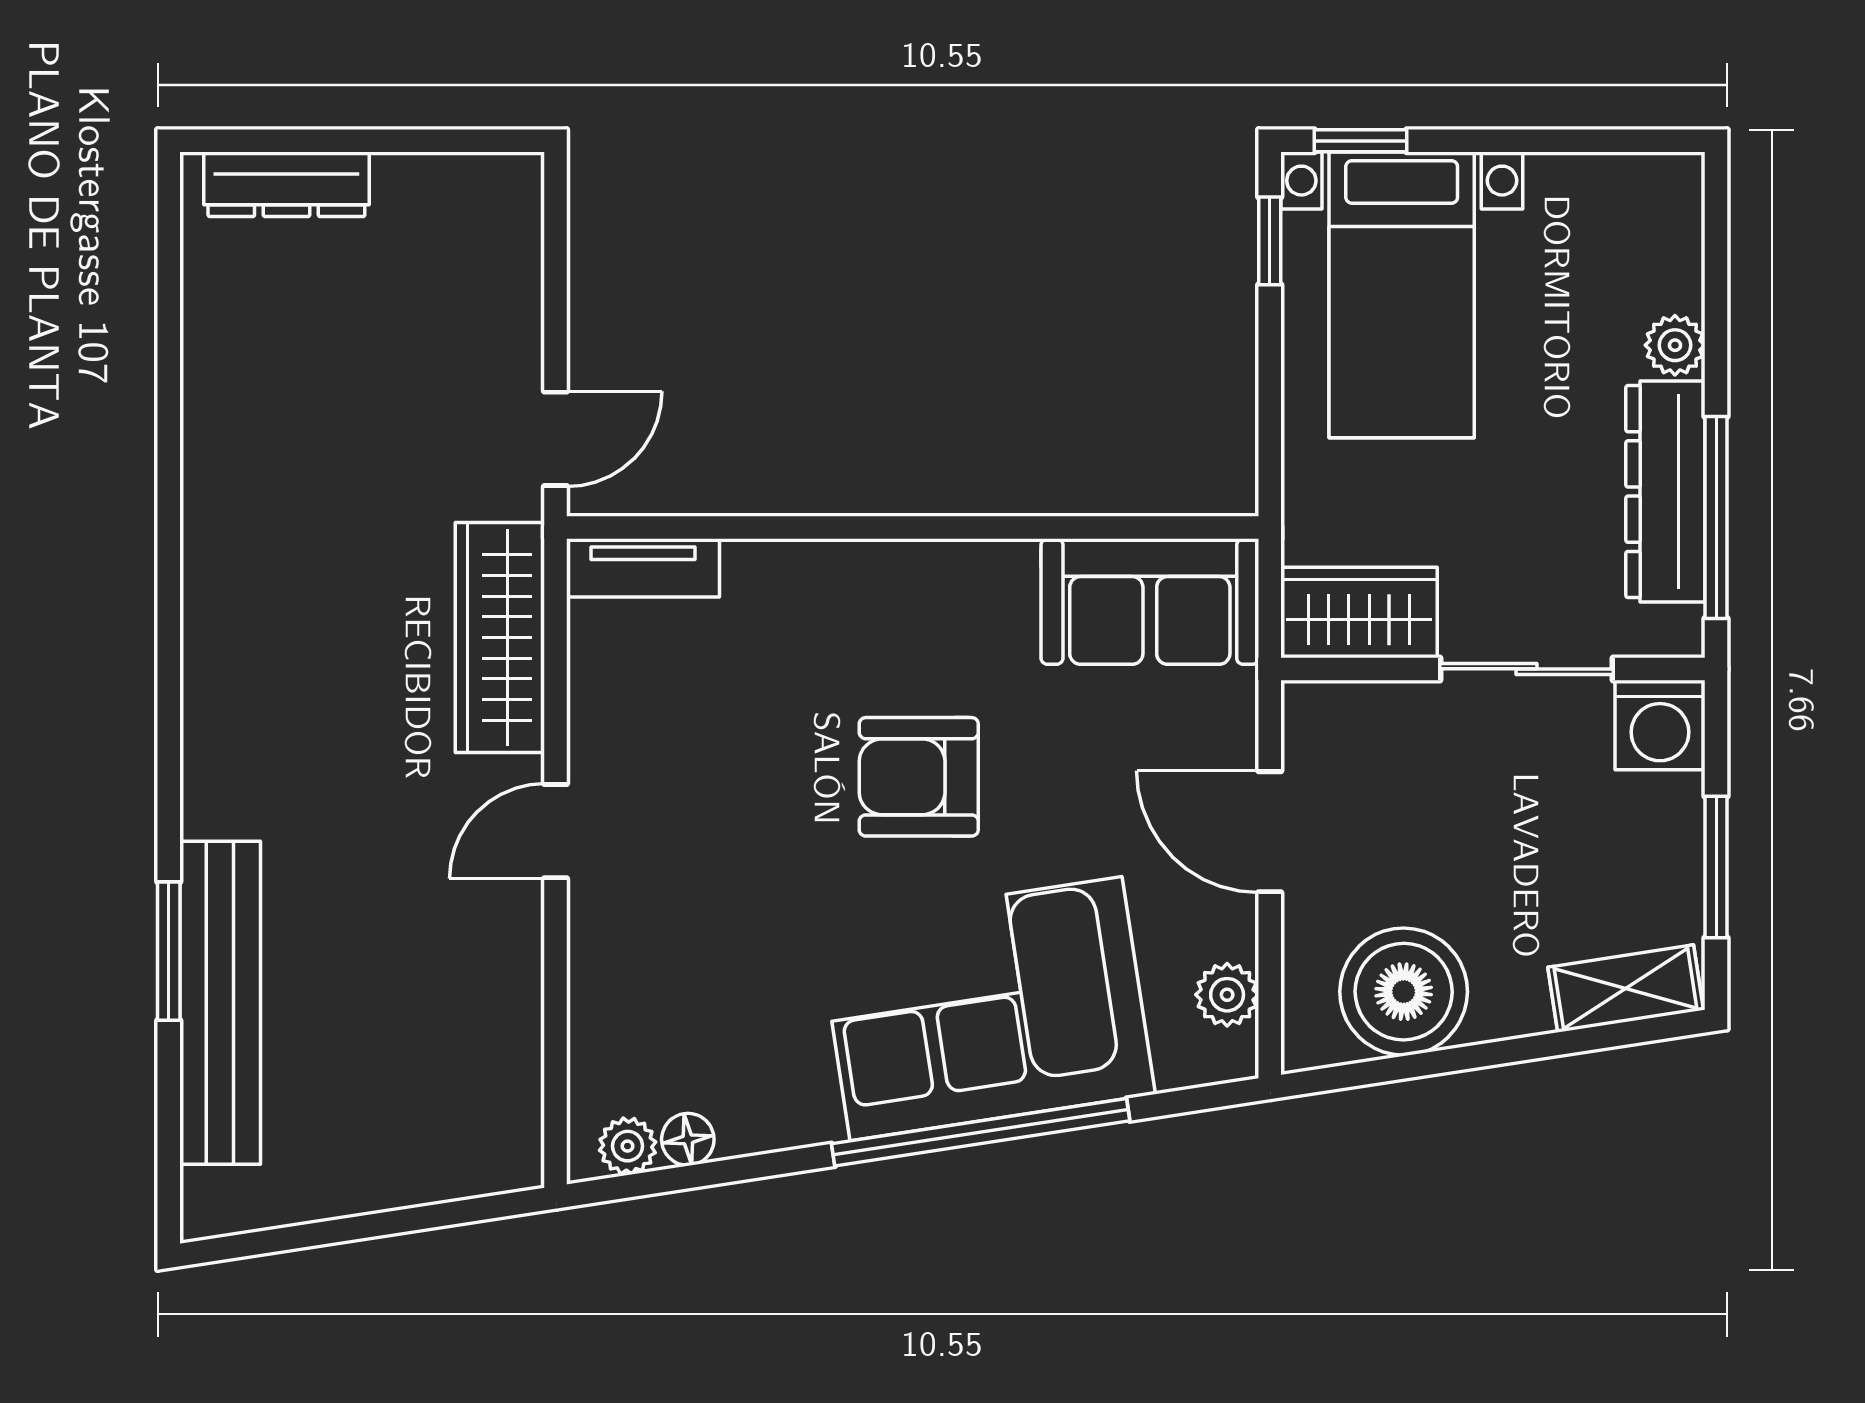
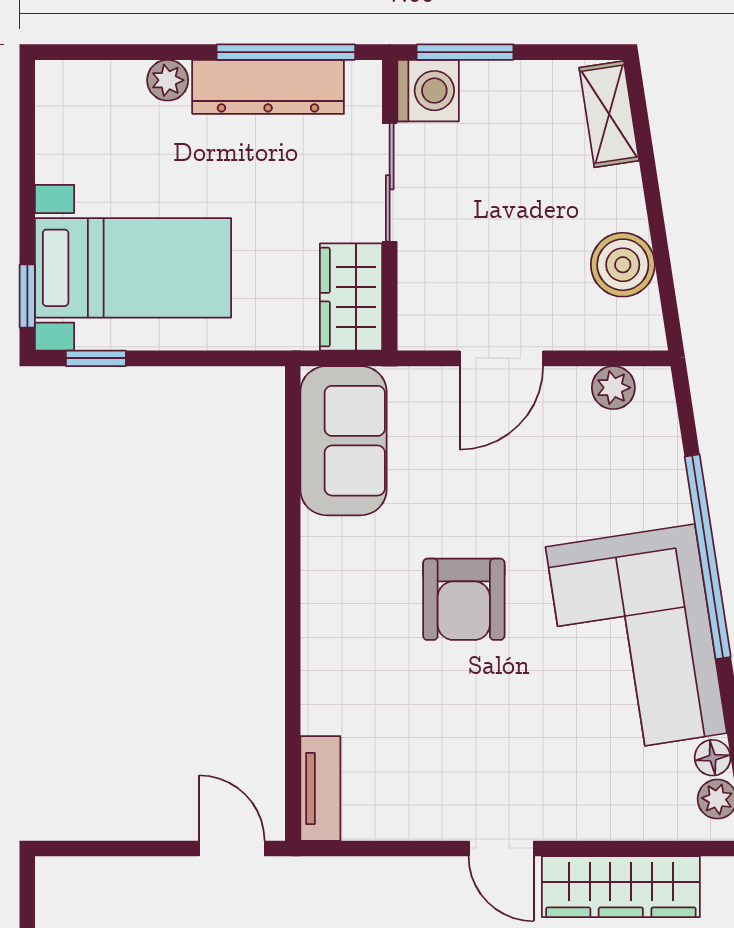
wardrobe: (500, 637) -> (621, 887), moved
window: (1716, 867) -> (465, 52), moved
boiler: (1404, 992) -> (623, 265), width x0.73, depth x0.73
corner sofa: (986, 1009) -> (636, 640), moved

